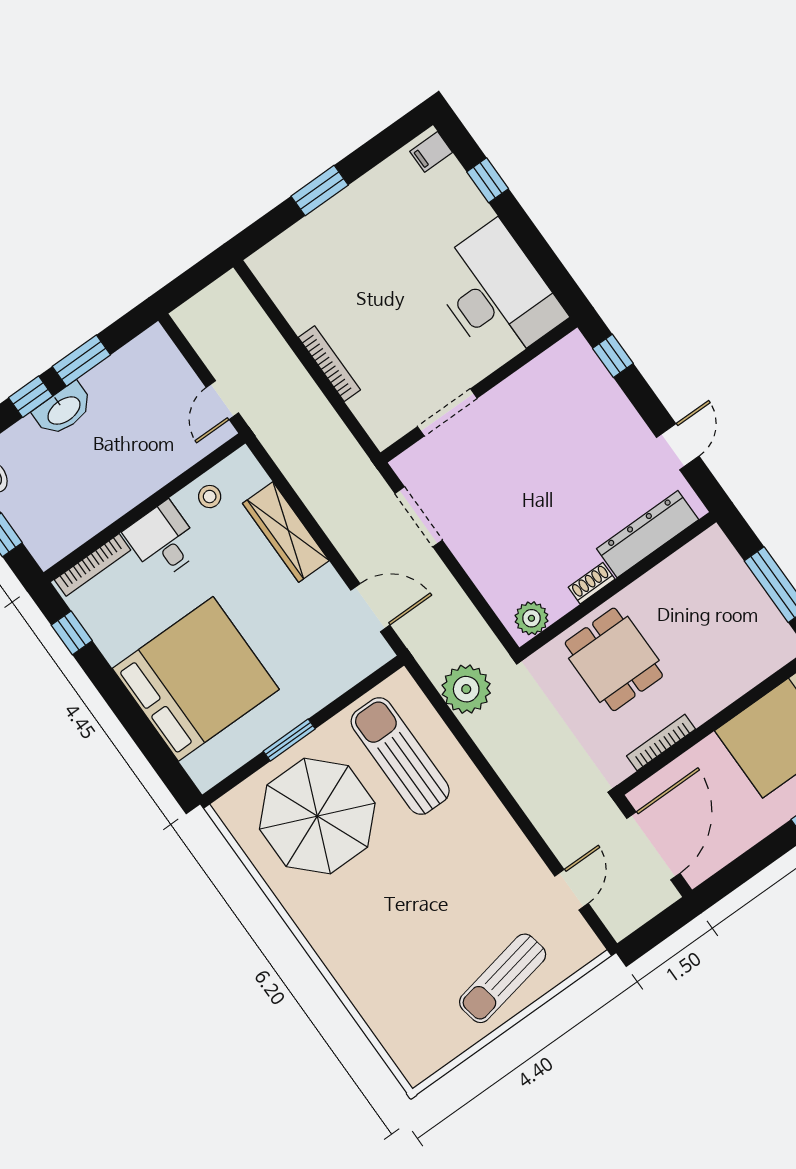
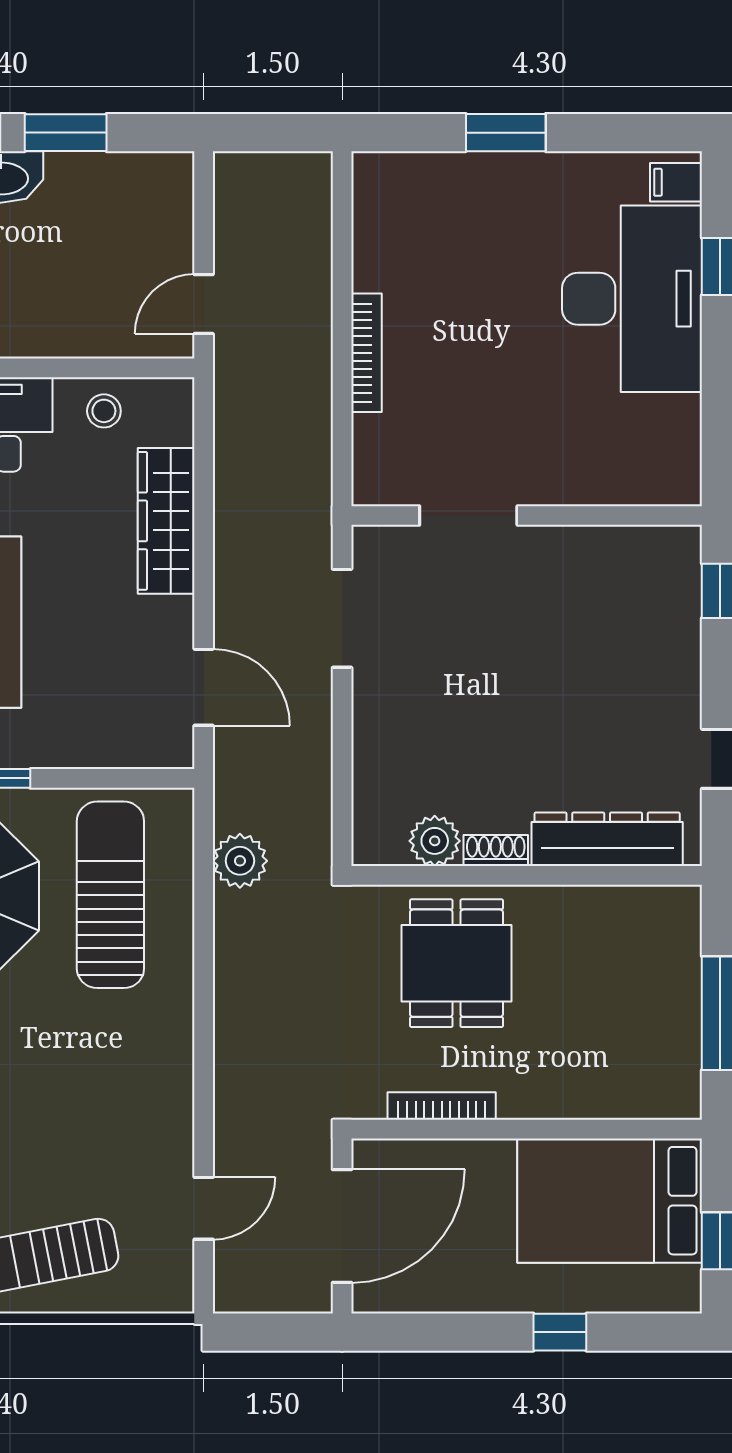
desk: (496, 294) -> (632, 299), moved
plant: (531, 618) -> (435, 841), moved
plant: (466, 689) -> (240, 861), width x0.73, depth x0.73

